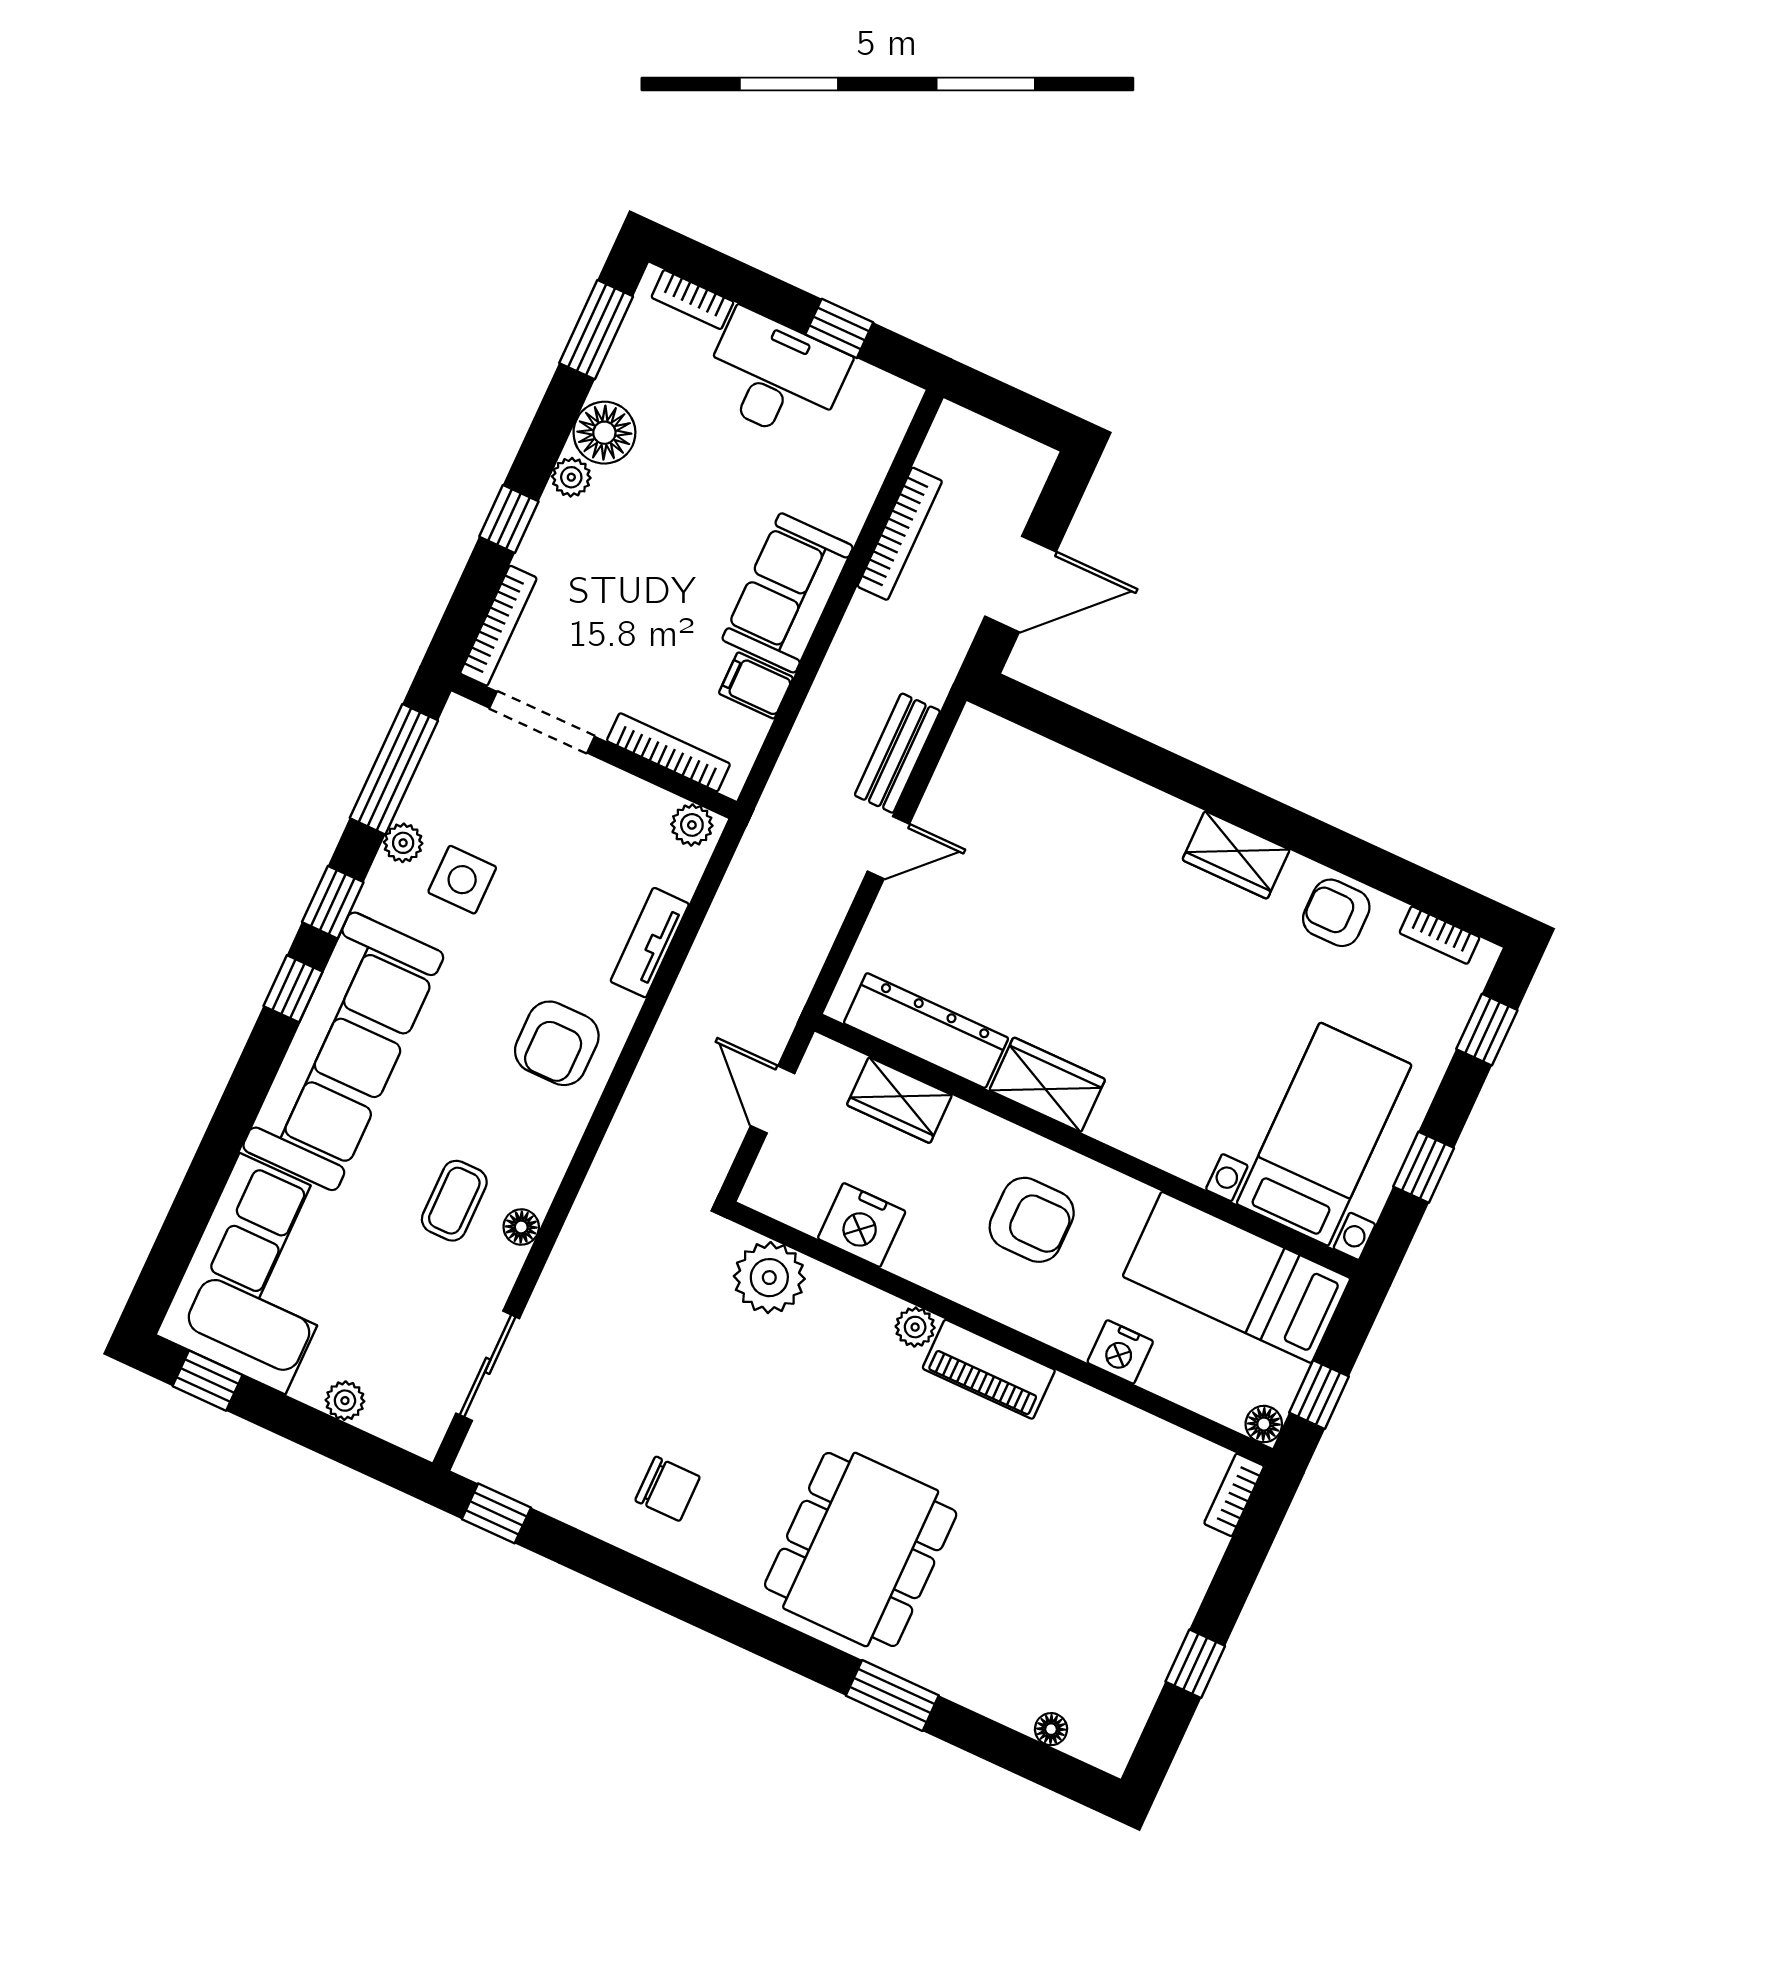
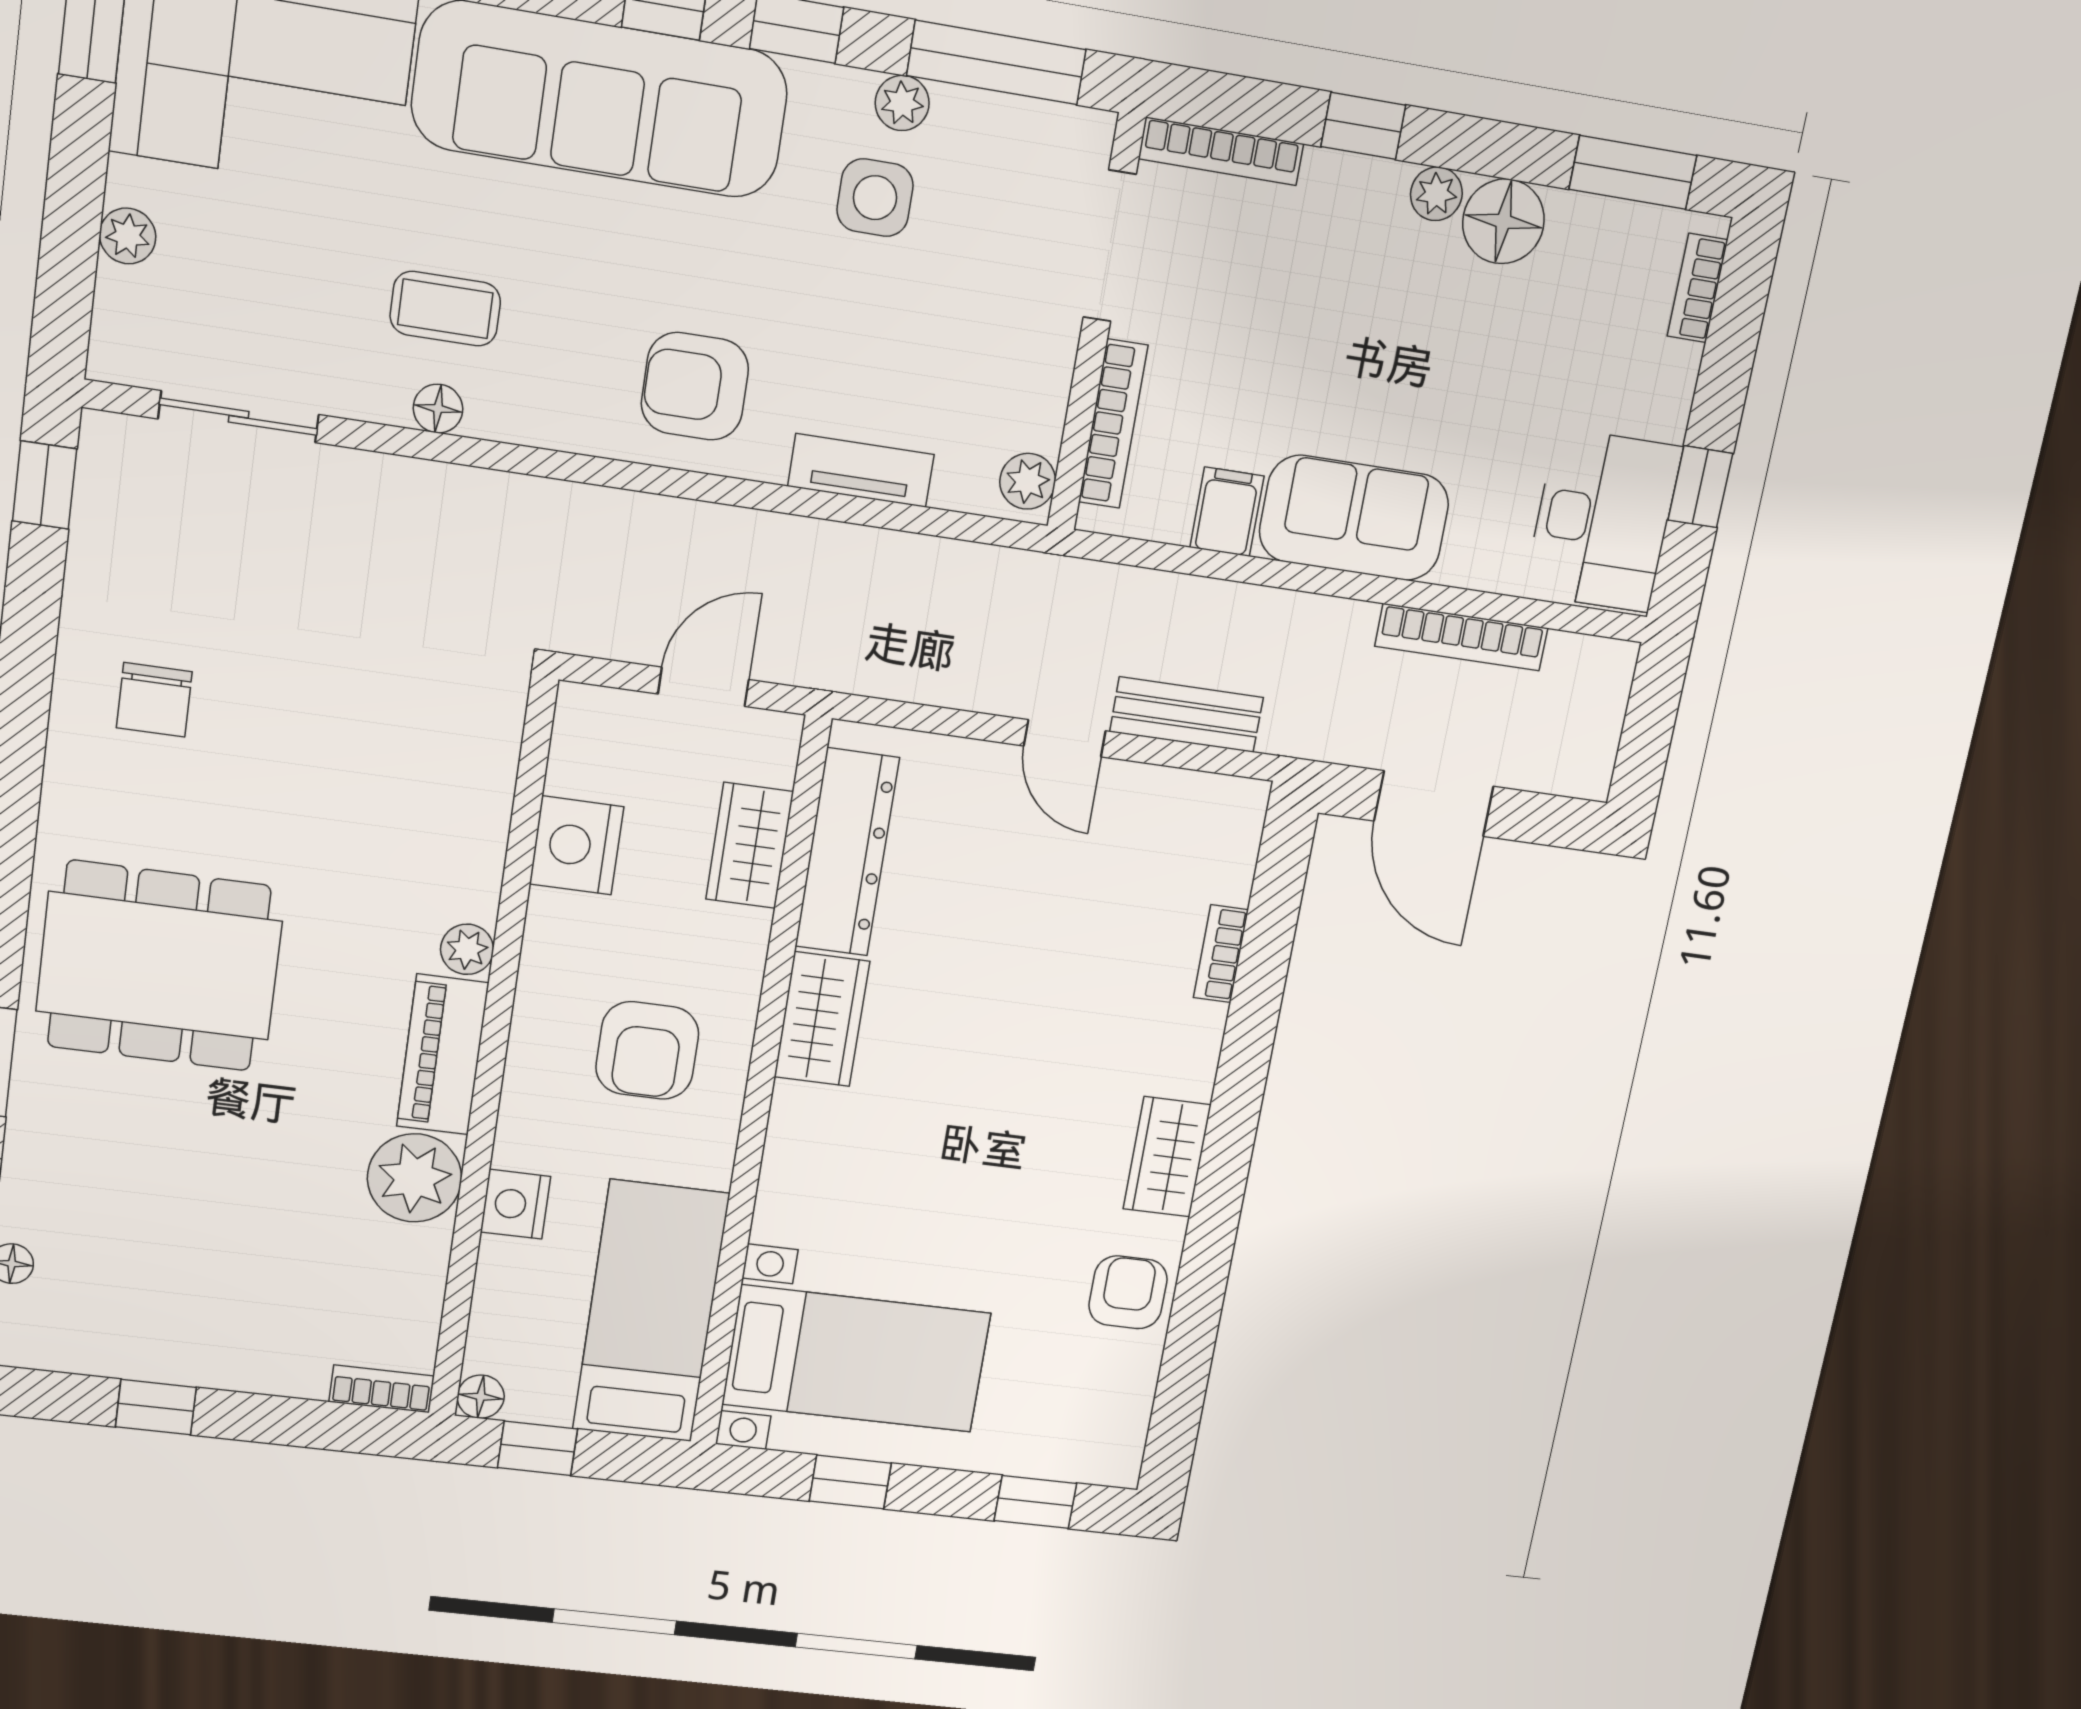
desk: (775, 376) -> (1603, 520), moved
bookcase: (1440, 935) -> (1221, 954), moved
plant: (769, 1278) -> (415, 1178), moved

